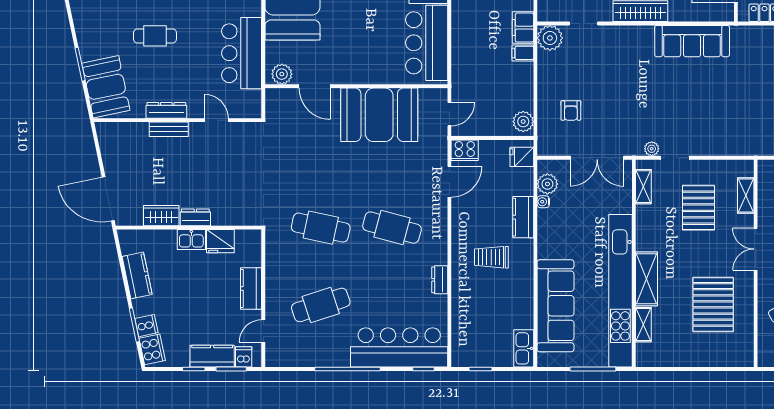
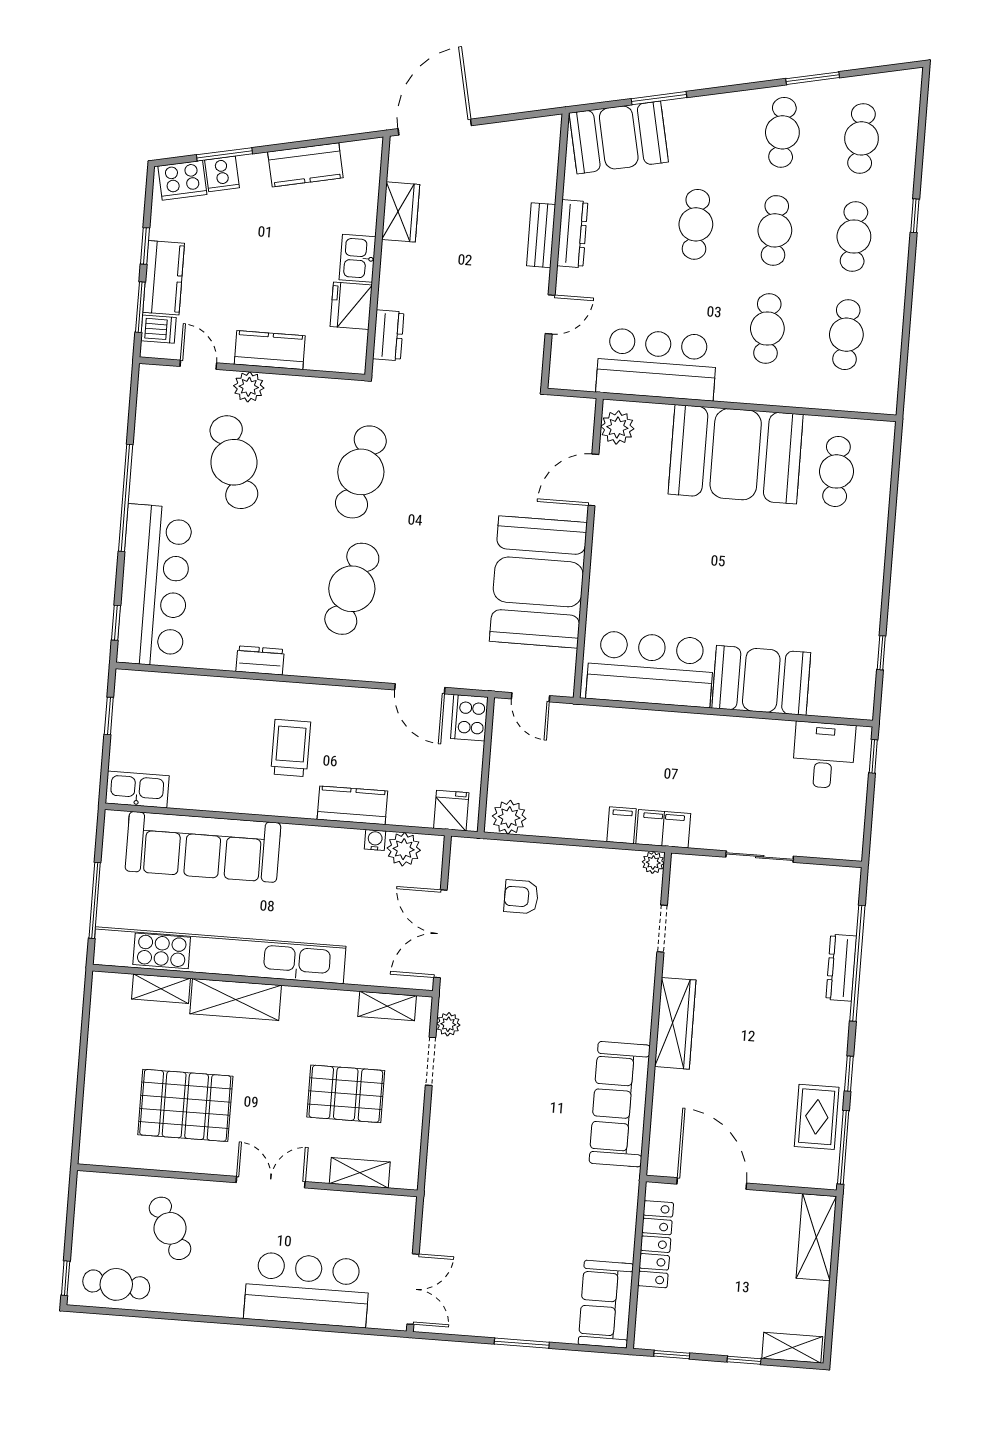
plant: (550, 38) -> (653, 863), width x0.53, depth x0.53
dresser: (195, 217) -> (388, 335), moved
plant: (274, 299) -> (249, 387), added

